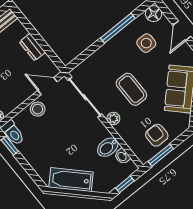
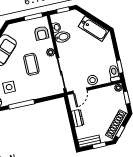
door: (47, 86) -> (80, 91), hinge flipped
armchair: (157, 135) -> (41, 33), moved

